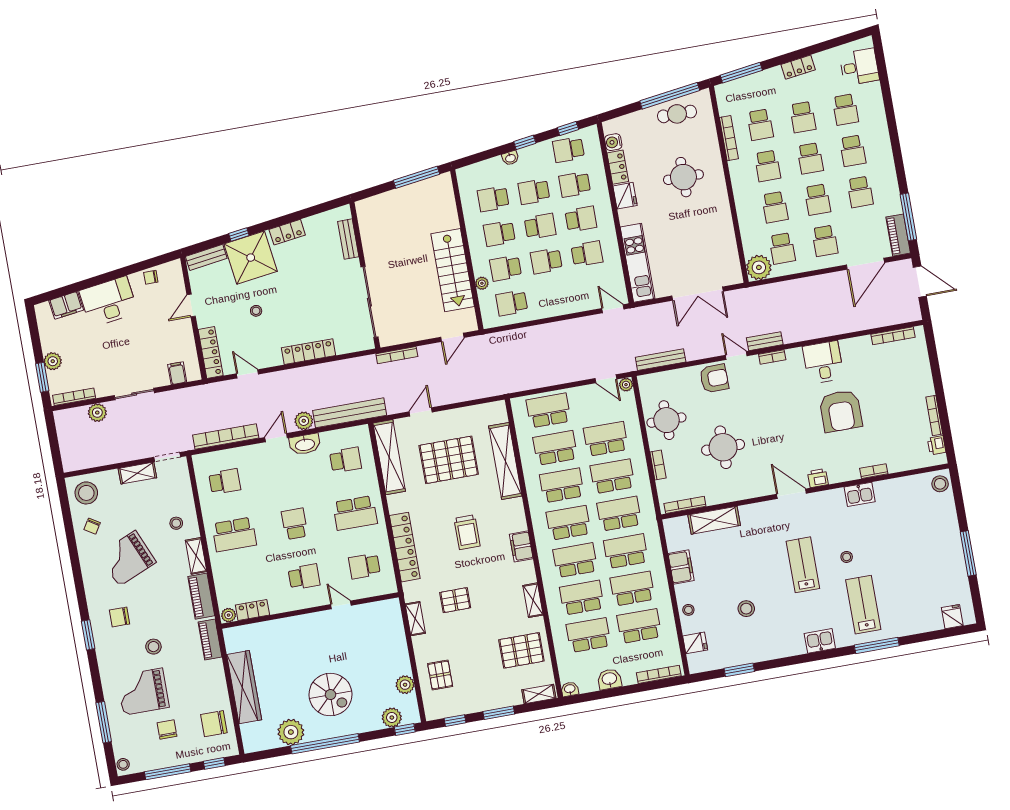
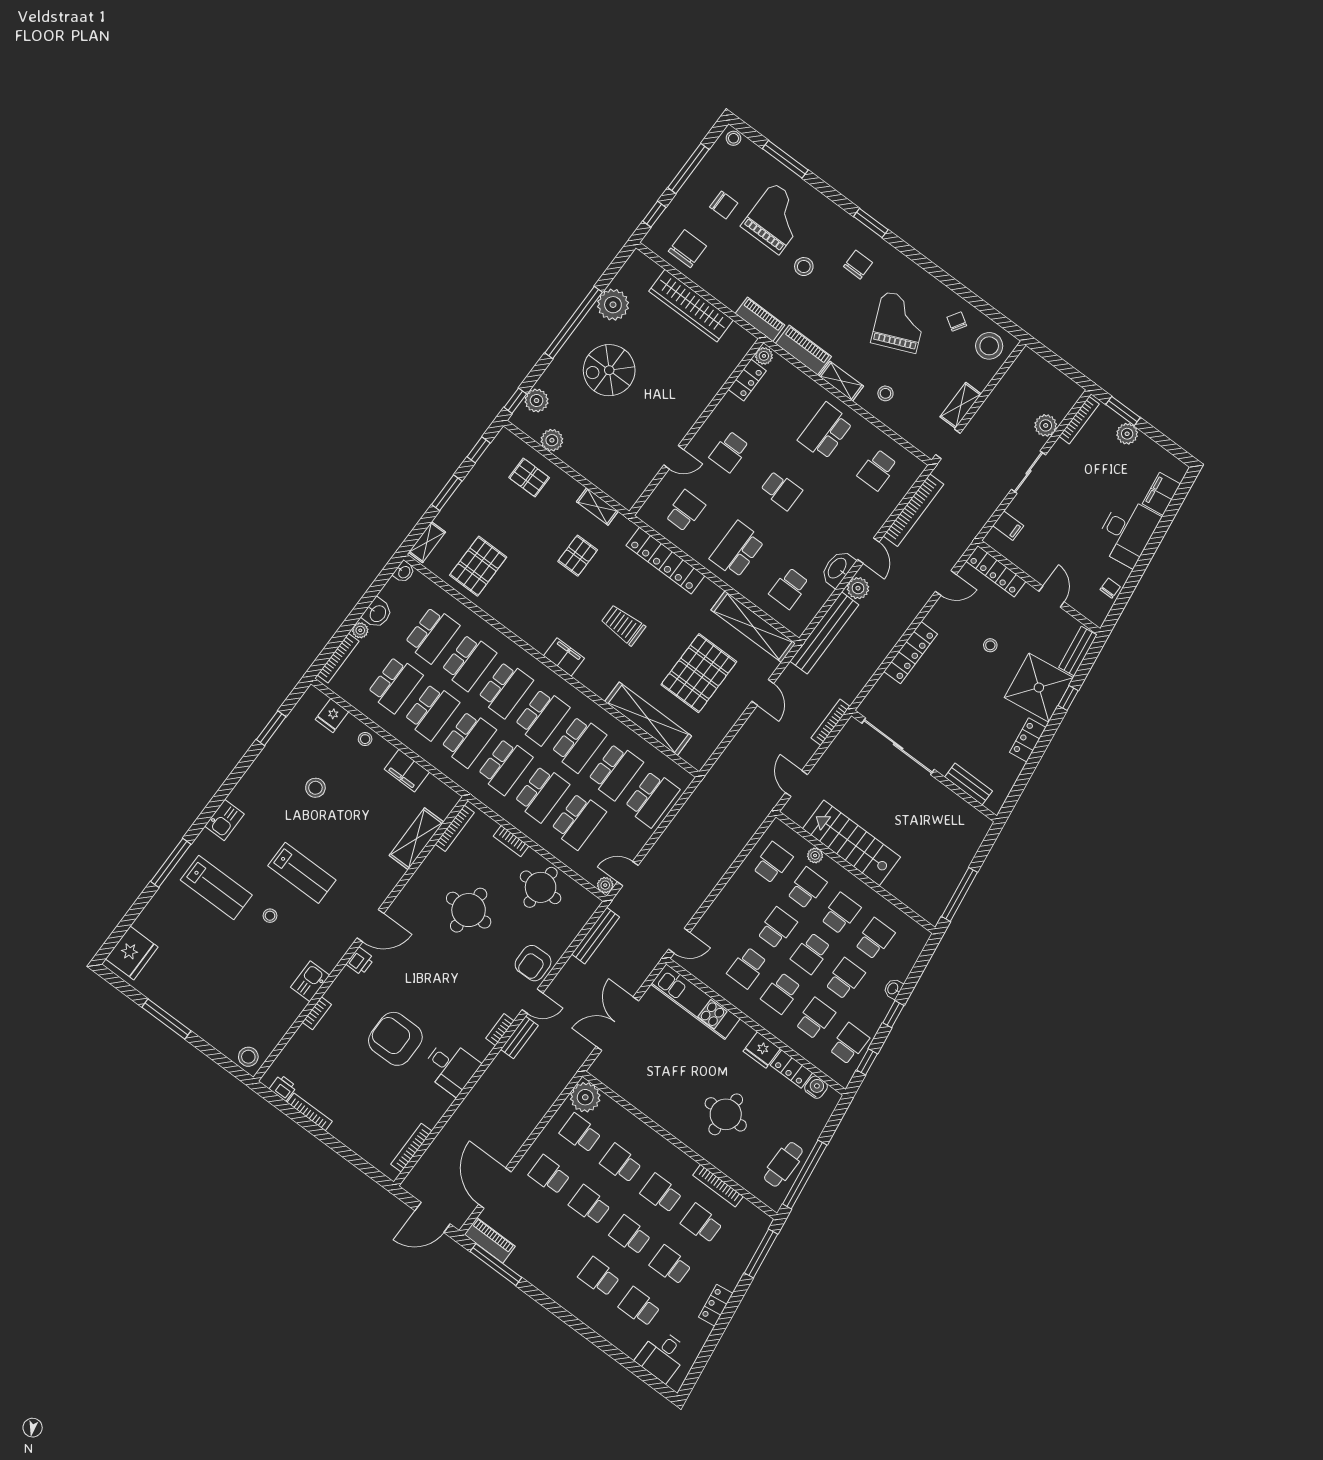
school desk: (860, 192) -> (559, 1247), removed
shelving: (533, 600) -> (509, 620), removed
fridge: (952, 617) -> (132, 953), width x1.88, depth x1.34
plant: (629, 679) -> (360, 630), added

